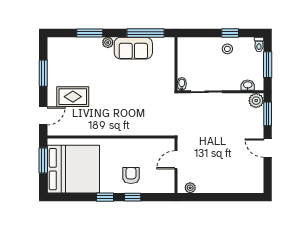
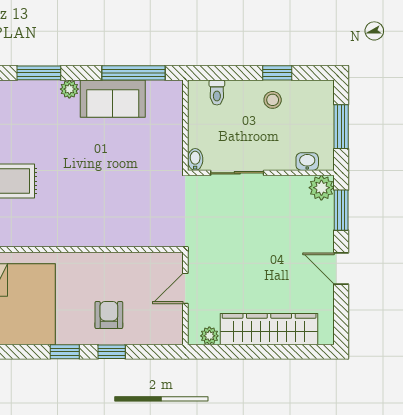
toilet: (259, 44) -> (217, 92), moved
wardrobe: (225, 184) -> (269, 329), added

